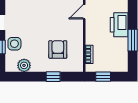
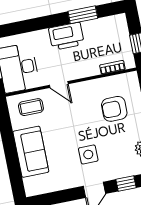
side table: (14, 44) -> (88, 154), moved

